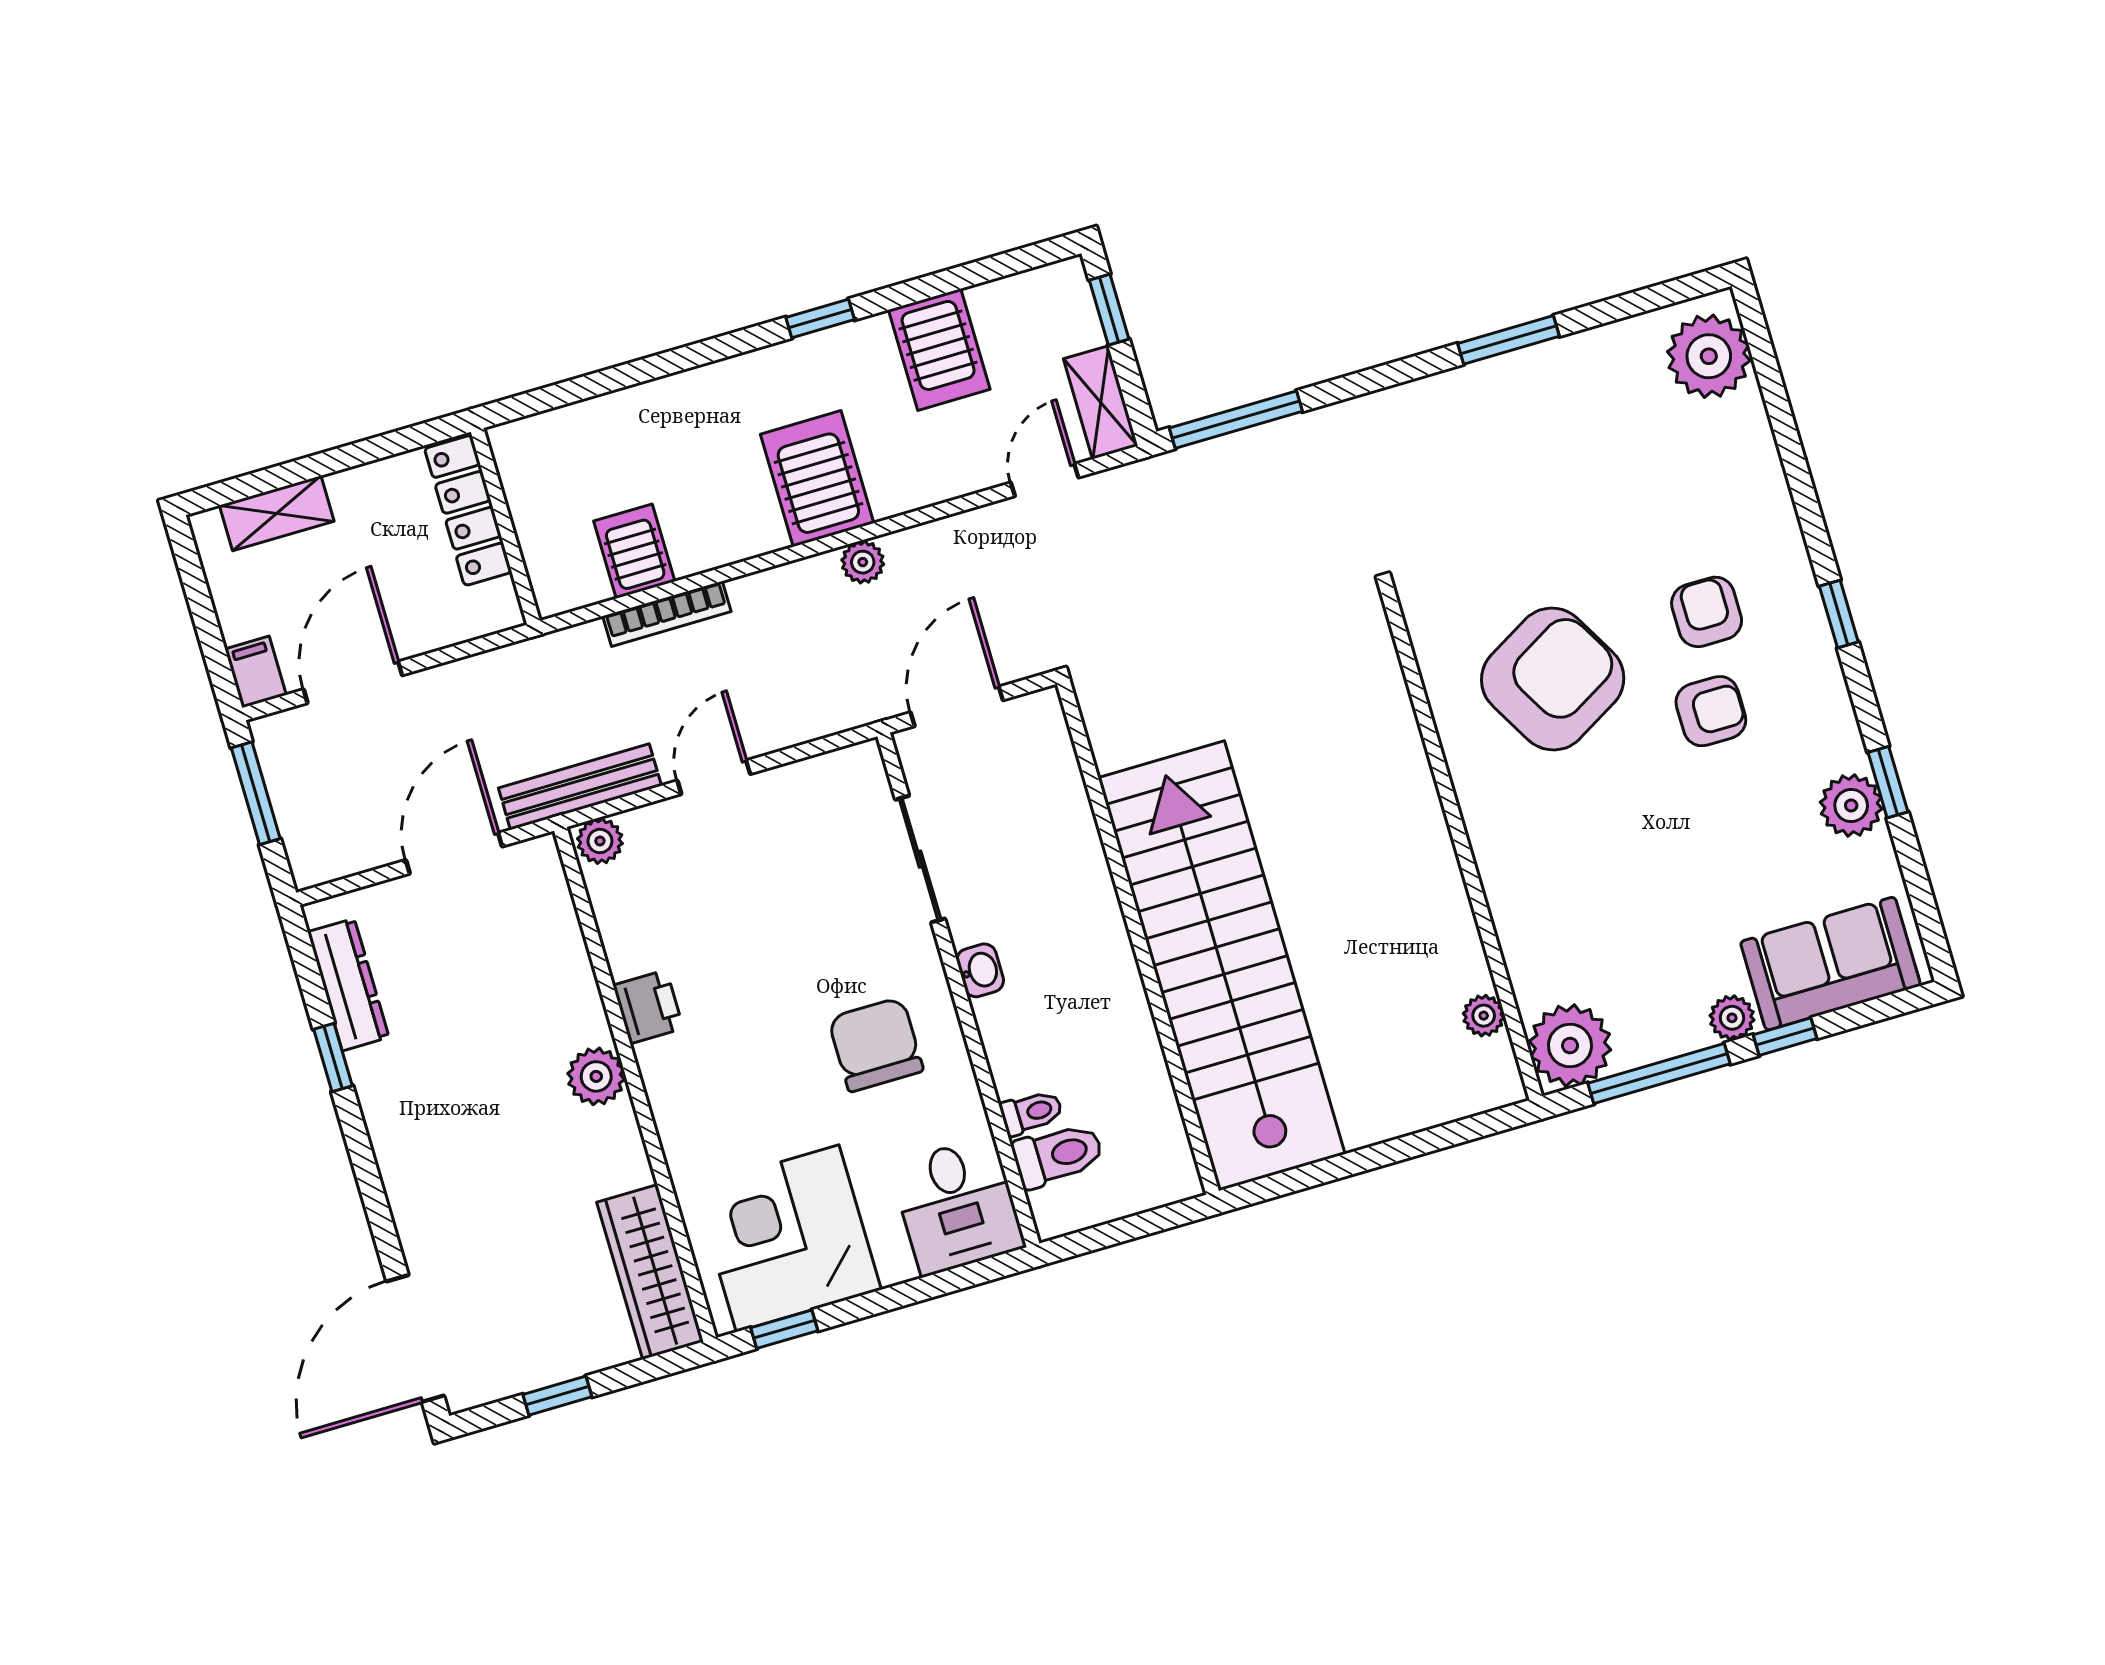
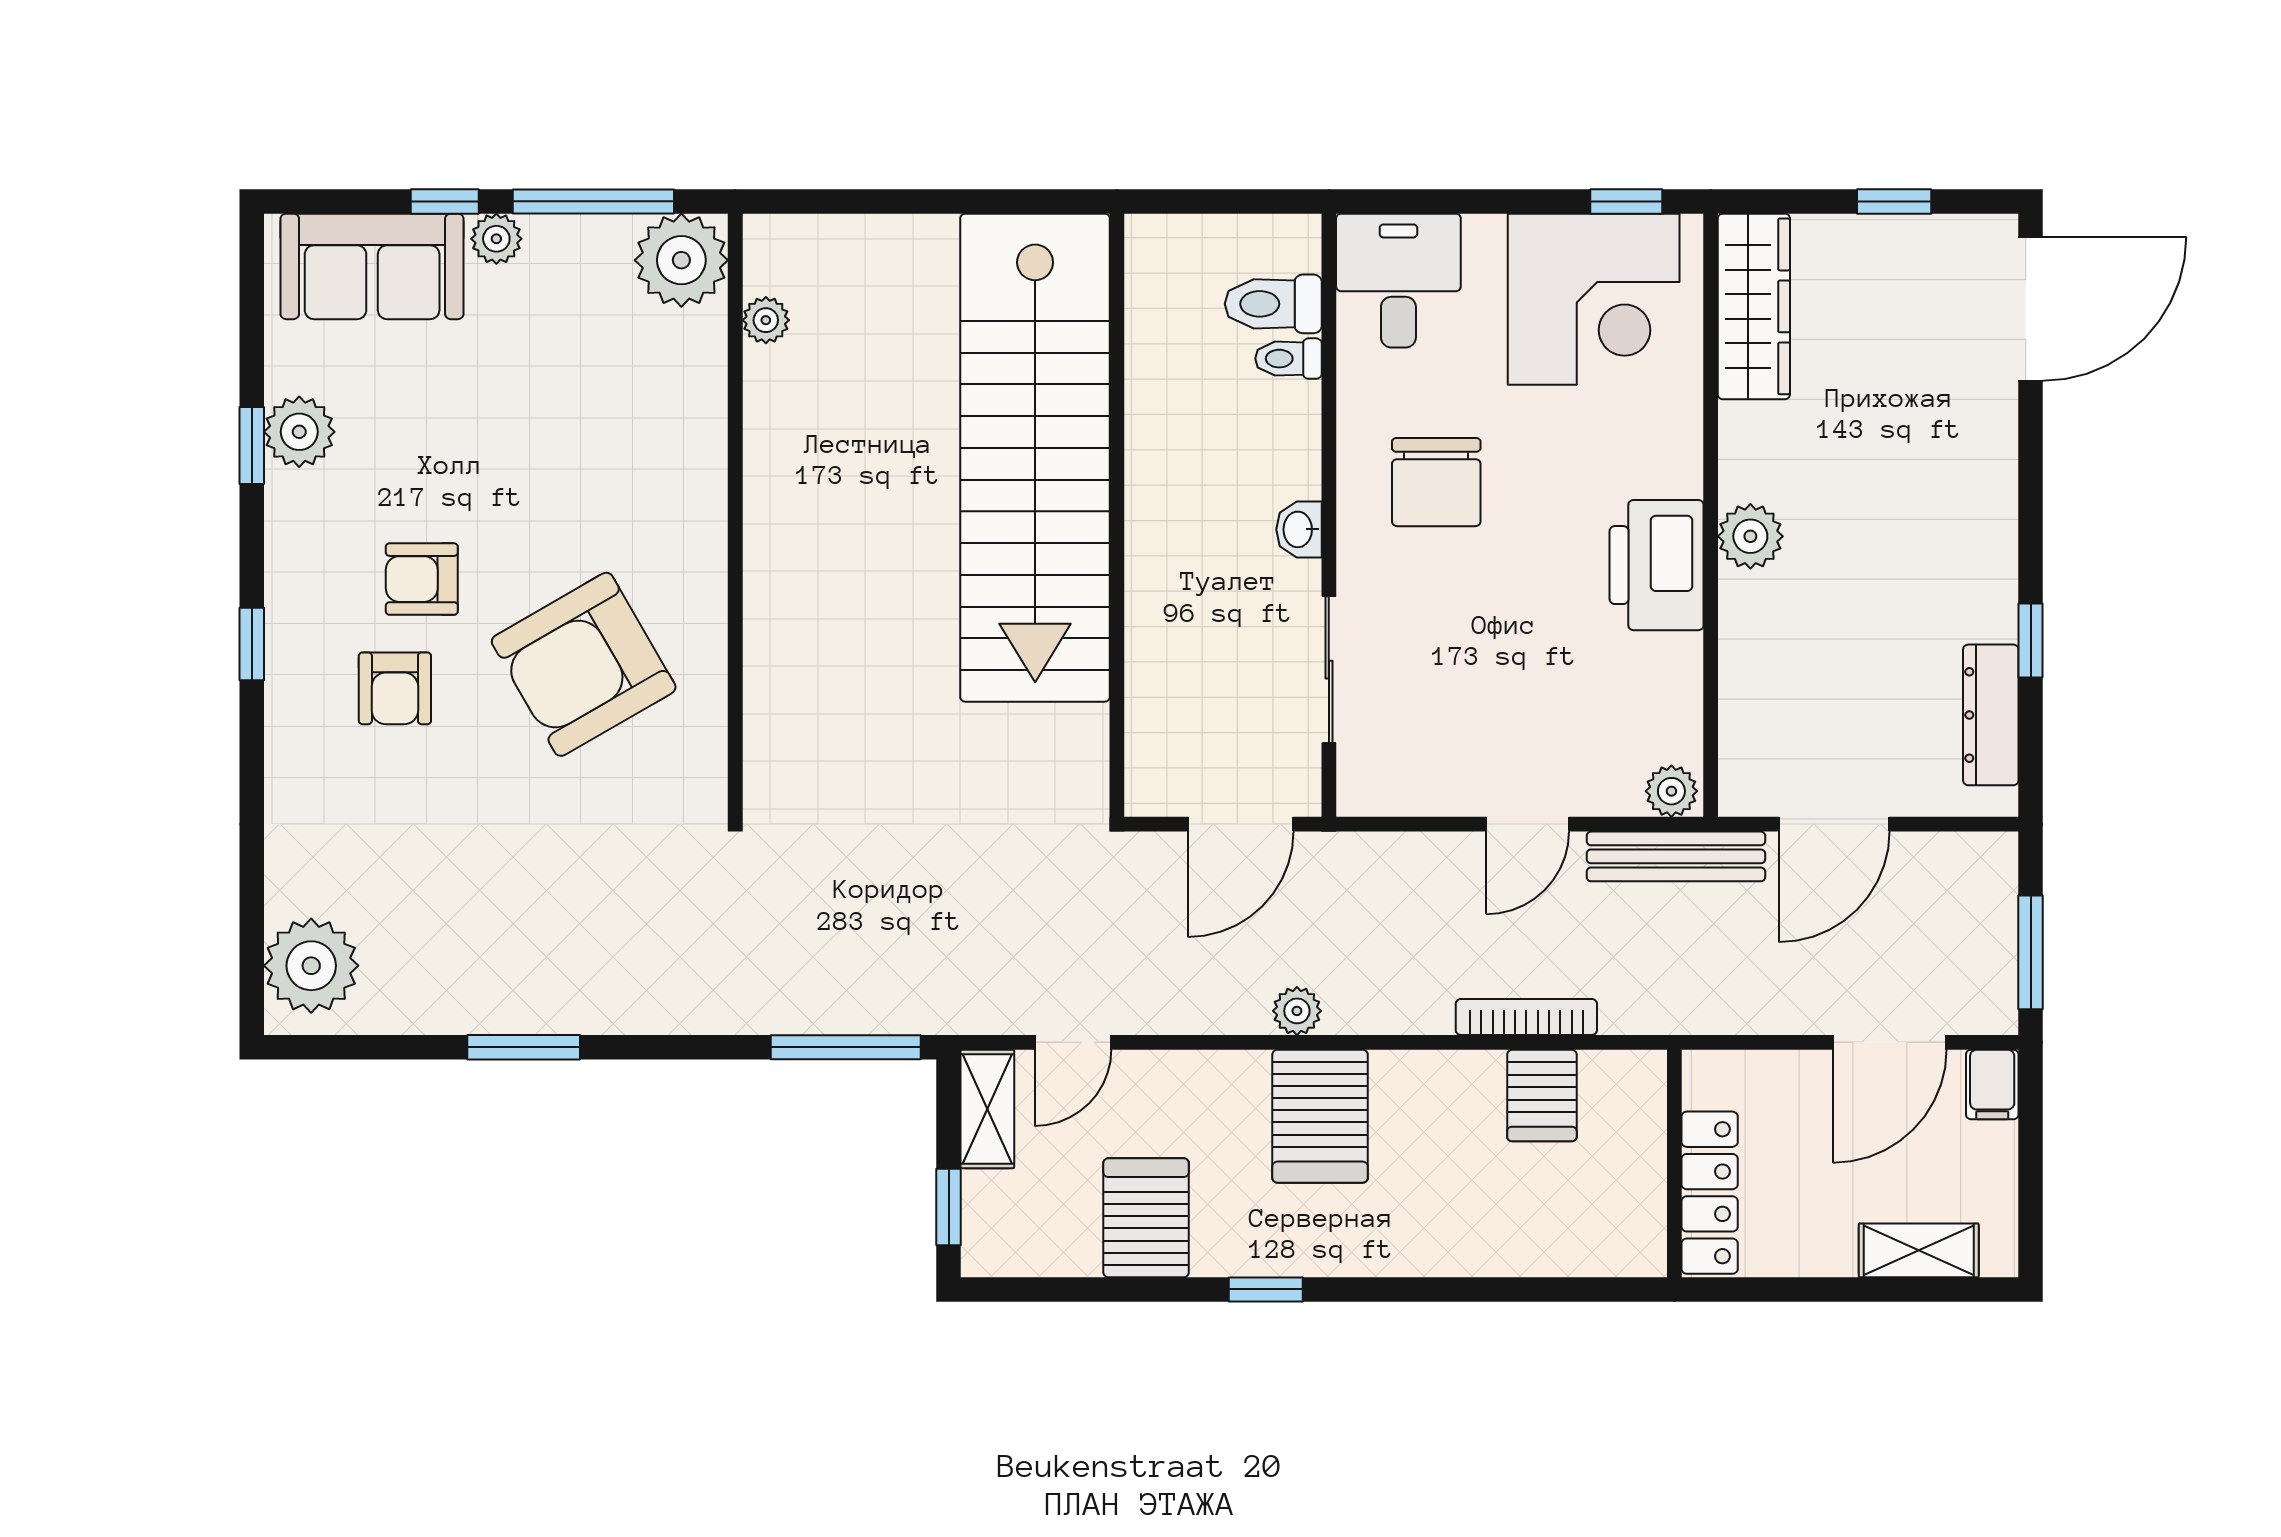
printer: (648, 1007) -> (1657, 565), width x1.87, depth x1.48

